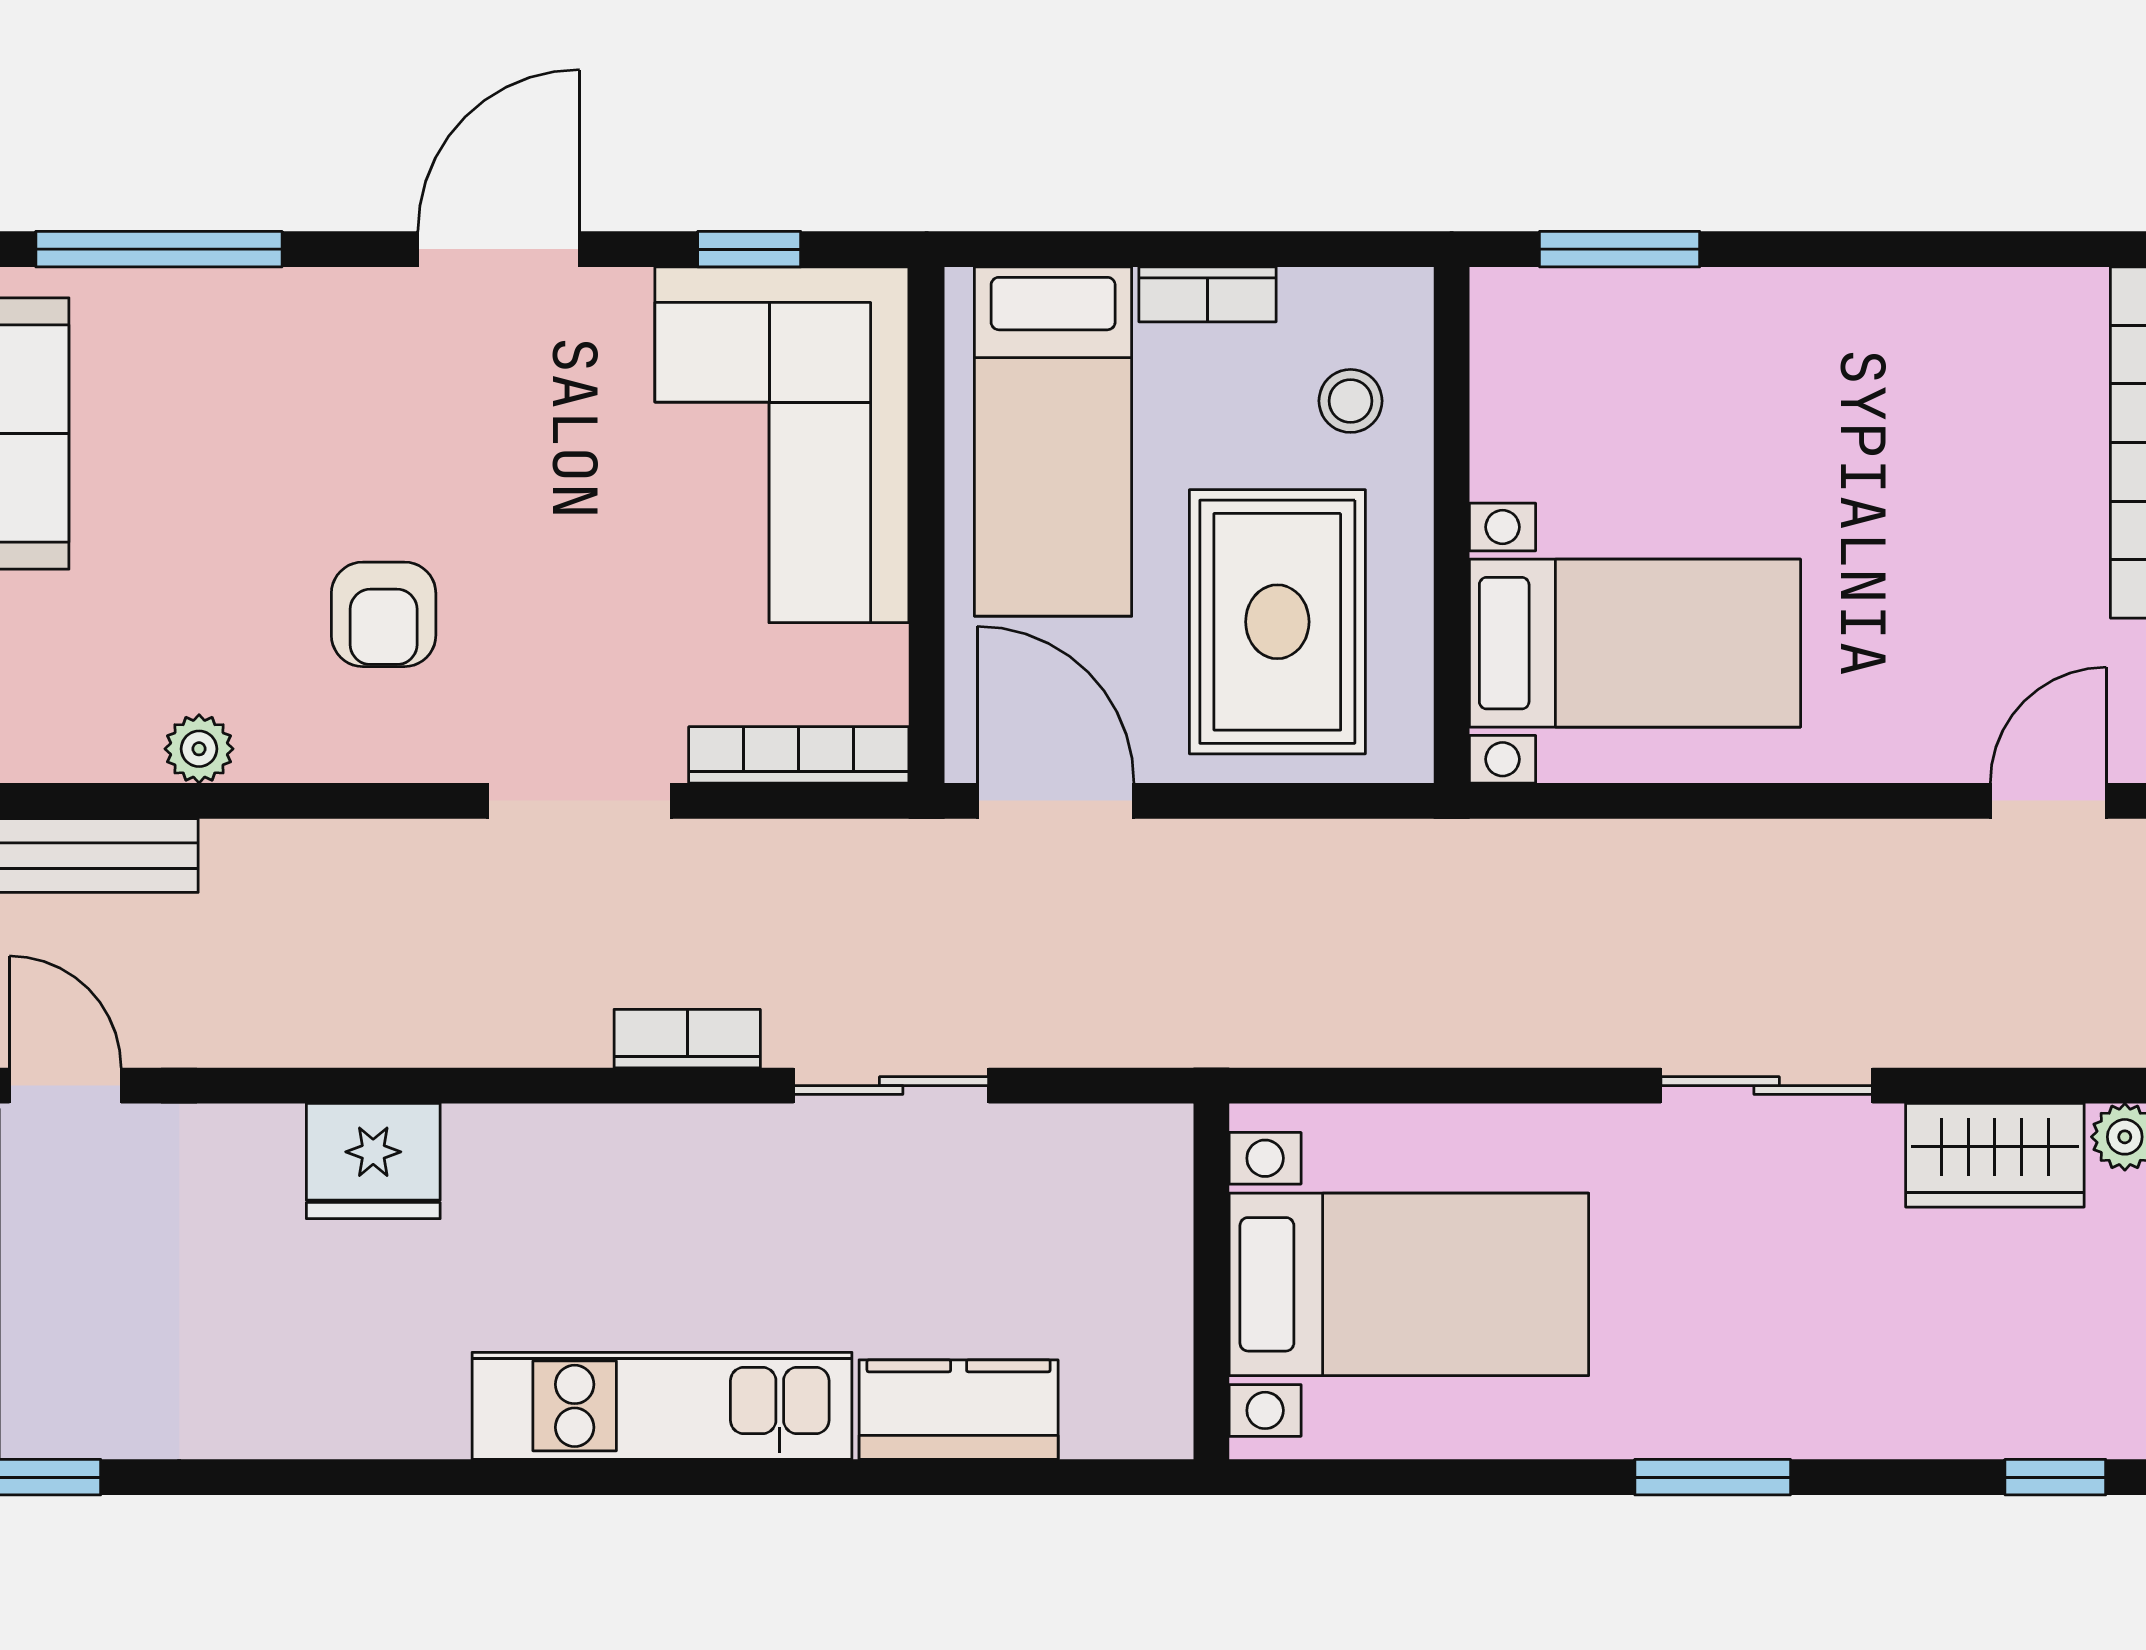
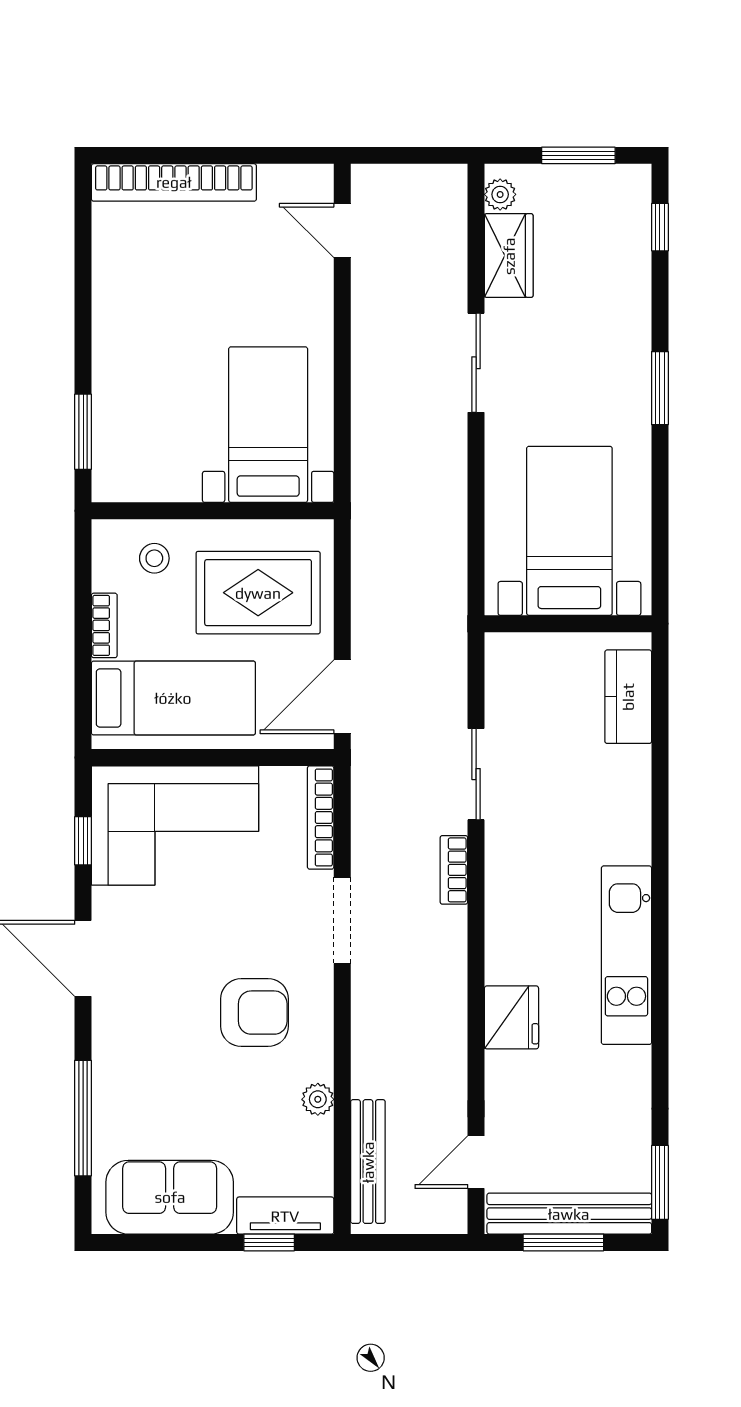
armchair: (384, 614) -> (255, 1013), width x1.38, depth x1.38
kitchen unit: (662, 1406) -> (626, 955), moved
kitchen counter: (959, 1410) -> (628, 697), moved

